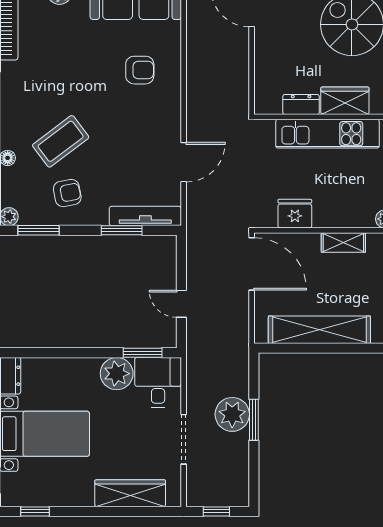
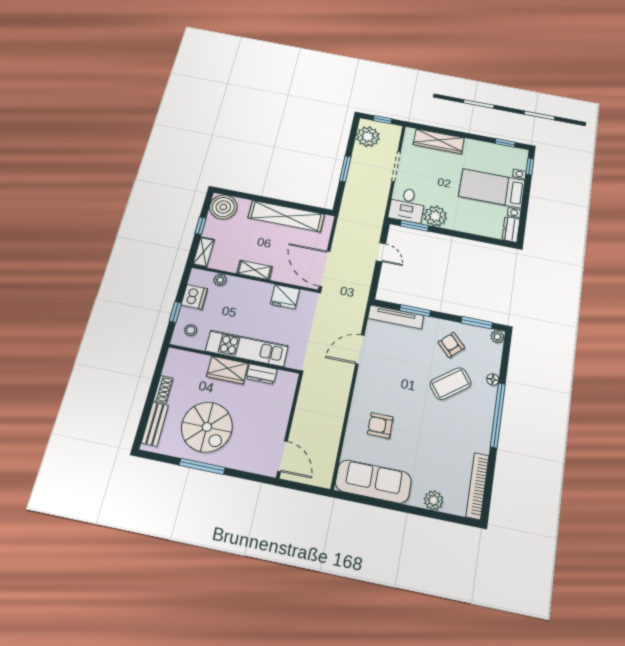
armchair: (67, 193) -> (451, 345), turned 57
plant: (232, 414) -> (368, 137), moved

